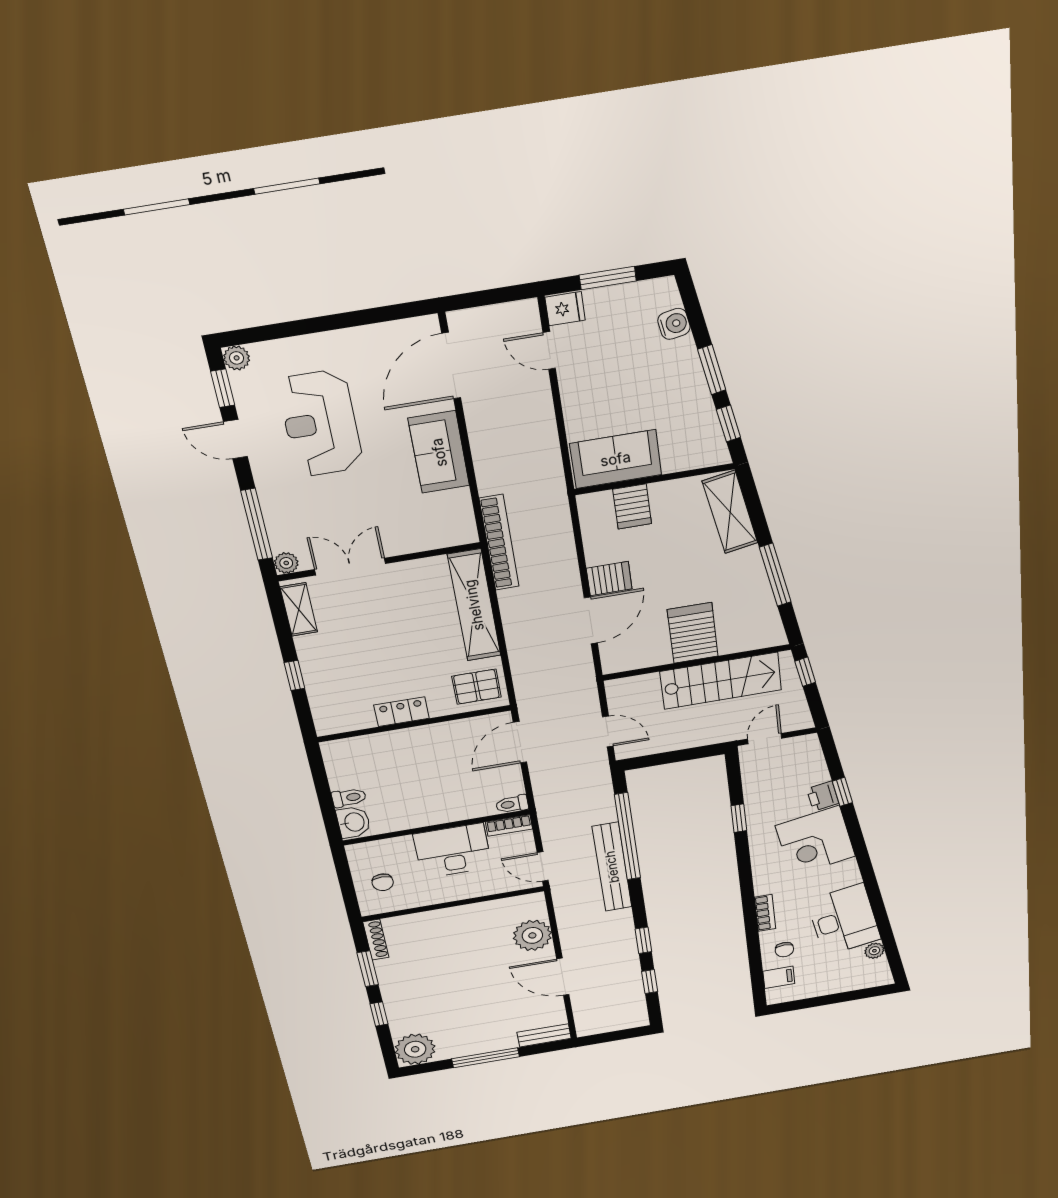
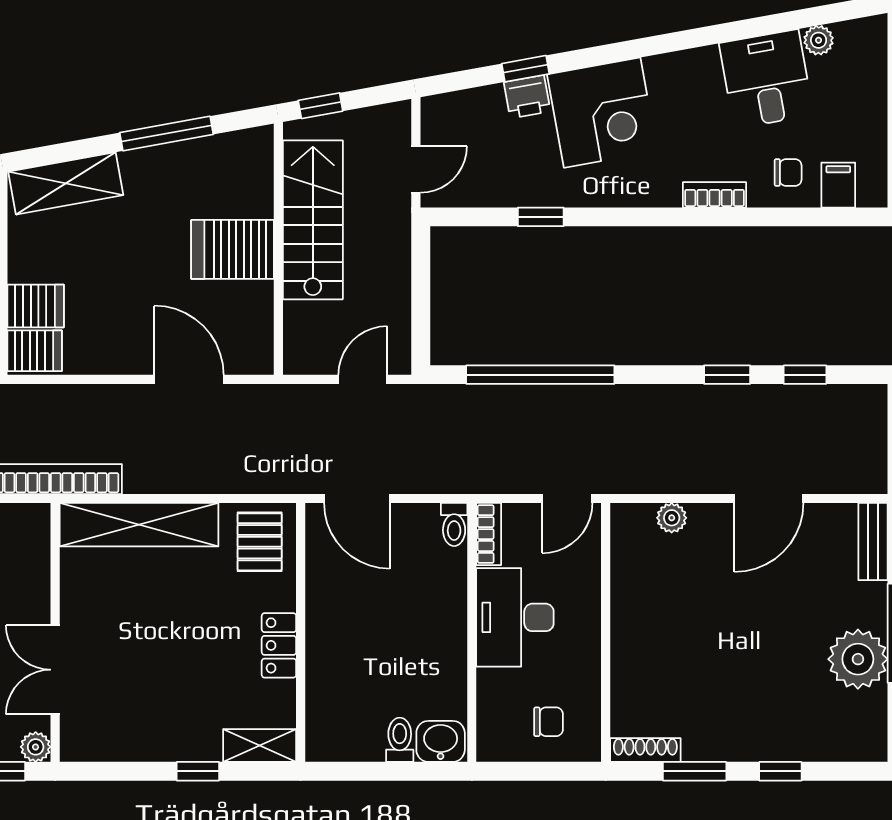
server rack: (609, 579) -> (35, 351), moved, turned 90
shelving: (299, 609) -> (260, 745), moved
door: (765, 739) -> (416, 169), swing flipped
bench: (612, 867) -> (588, 403), removed
desk: (844, 920) -> (766, 79), width x0.73
plant: (532, 935) -> (672, 518), width x0.53, depth x0.53
plant: (415, 1049) -> (858, 659), moved

